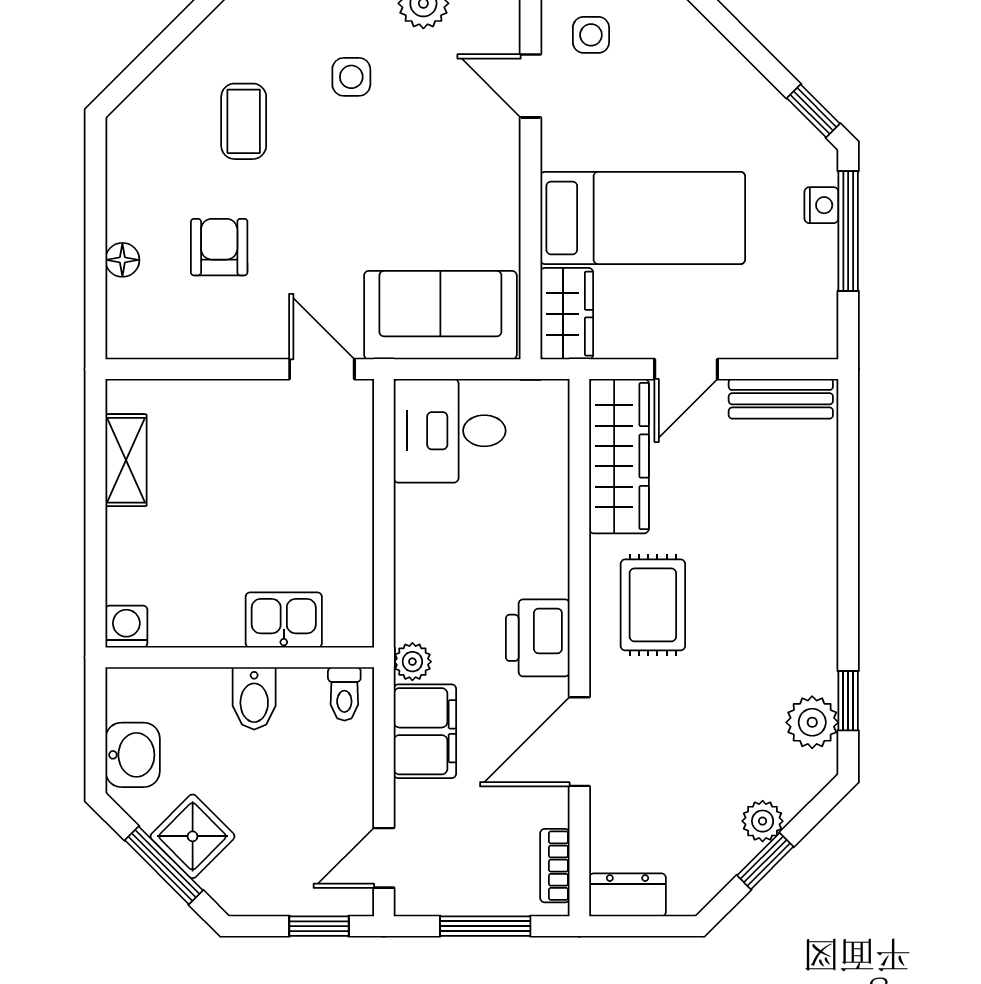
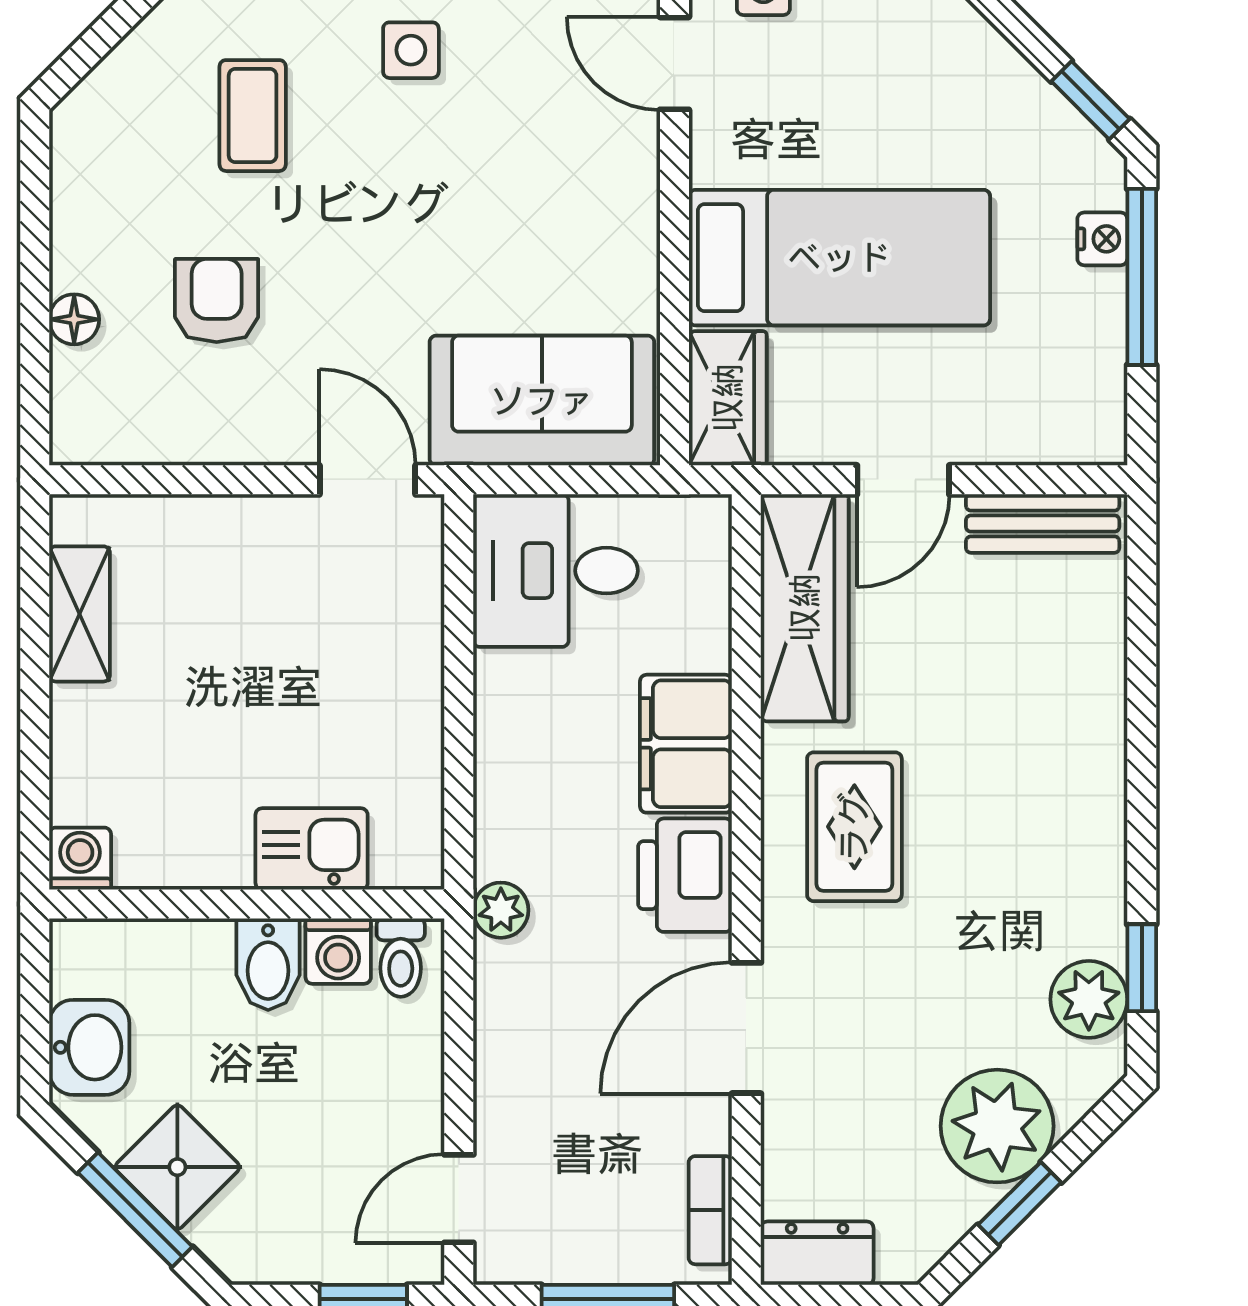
washing machine: (302, 689) -> (338, 951), added
filing cabinet: (425, 731) -> (686, 744), moved, turned 180
plant: (763, 821) -> (997, 1126), width x1.87, depth x1.87

